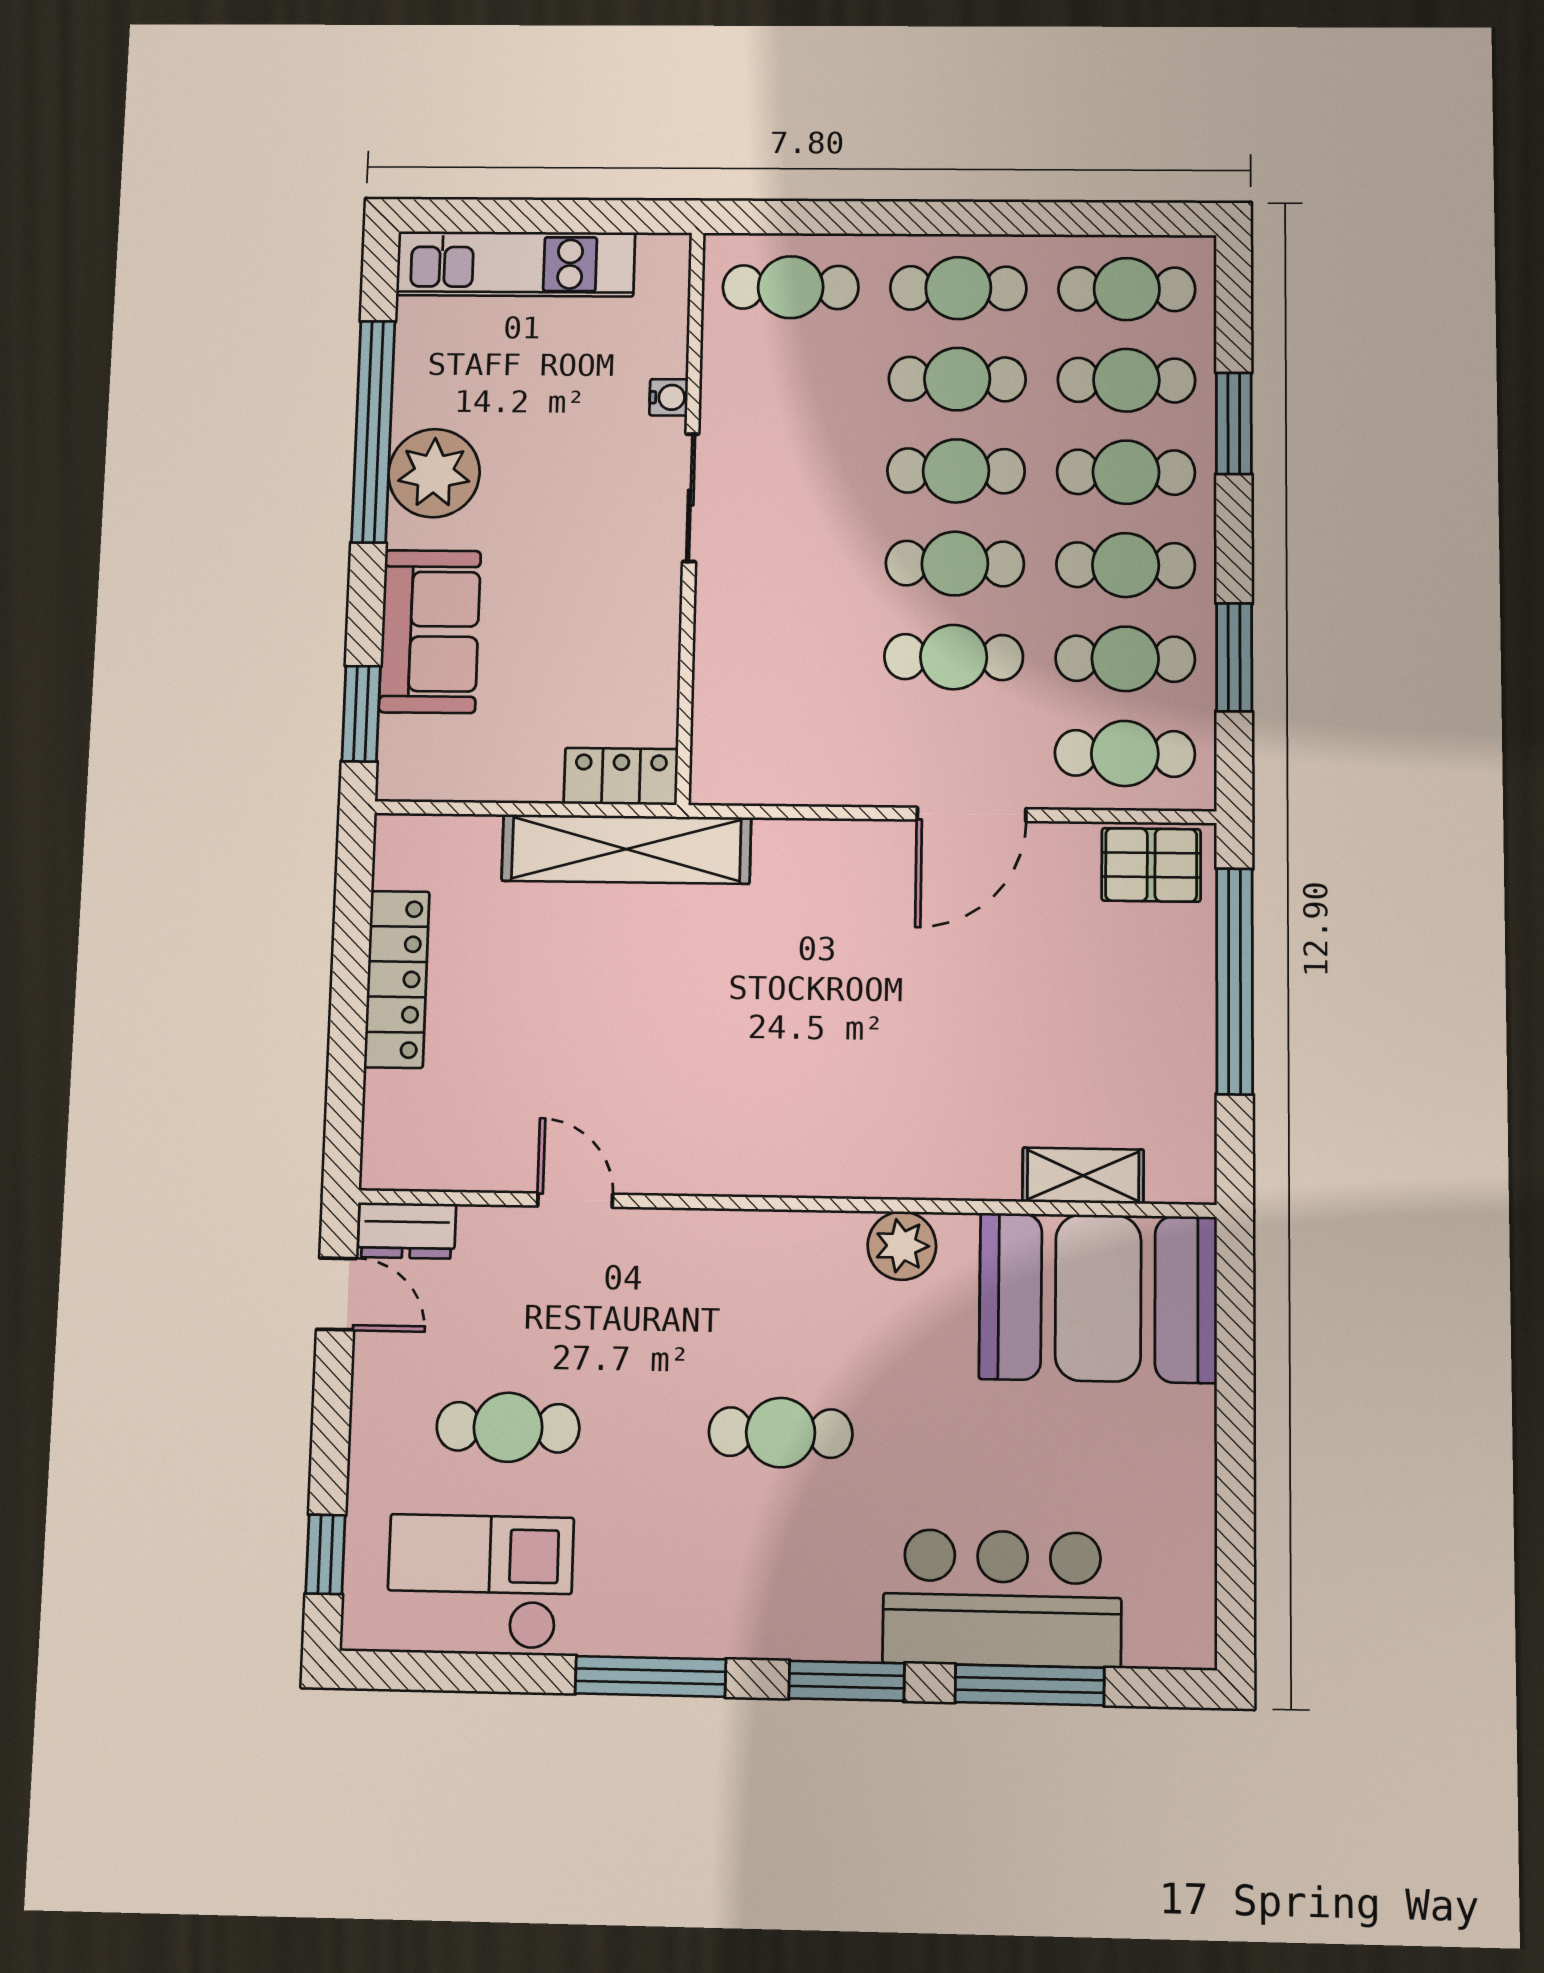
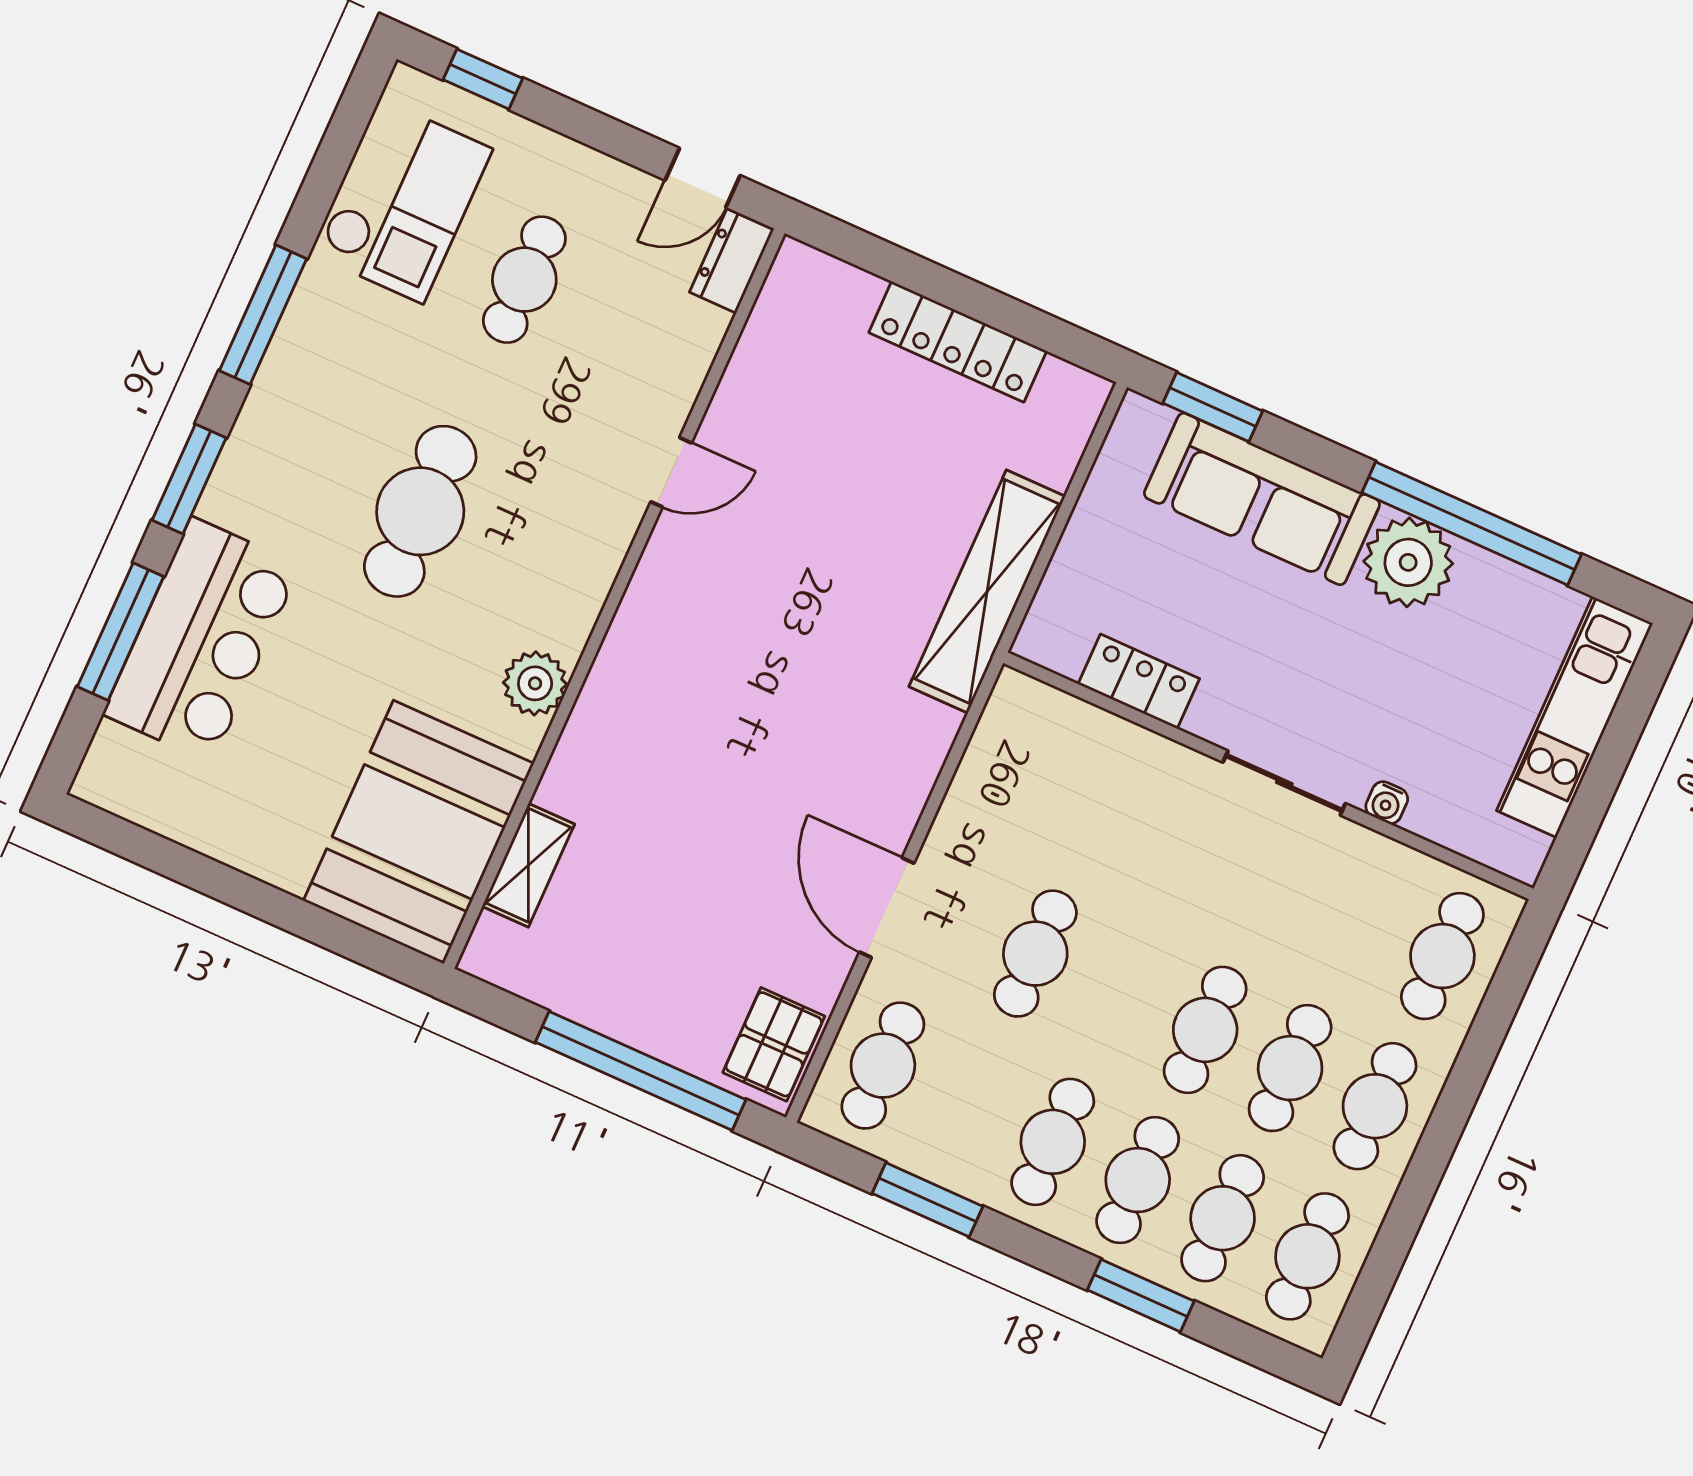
cafe table: (955, 564) -> (1120, 992), removed
sofa: (430, 631) -> (1262, 499), width x1.36
cafe table: (1125, 659) -> (968, 1104), removed
locker: (621, 776) -> (1139, 681), moved, turned -90
door: (575, 1200) -> (671, 472), moved
cafe table: (781, 1433) -> (420, 511), width x1.37, depth x1.35

